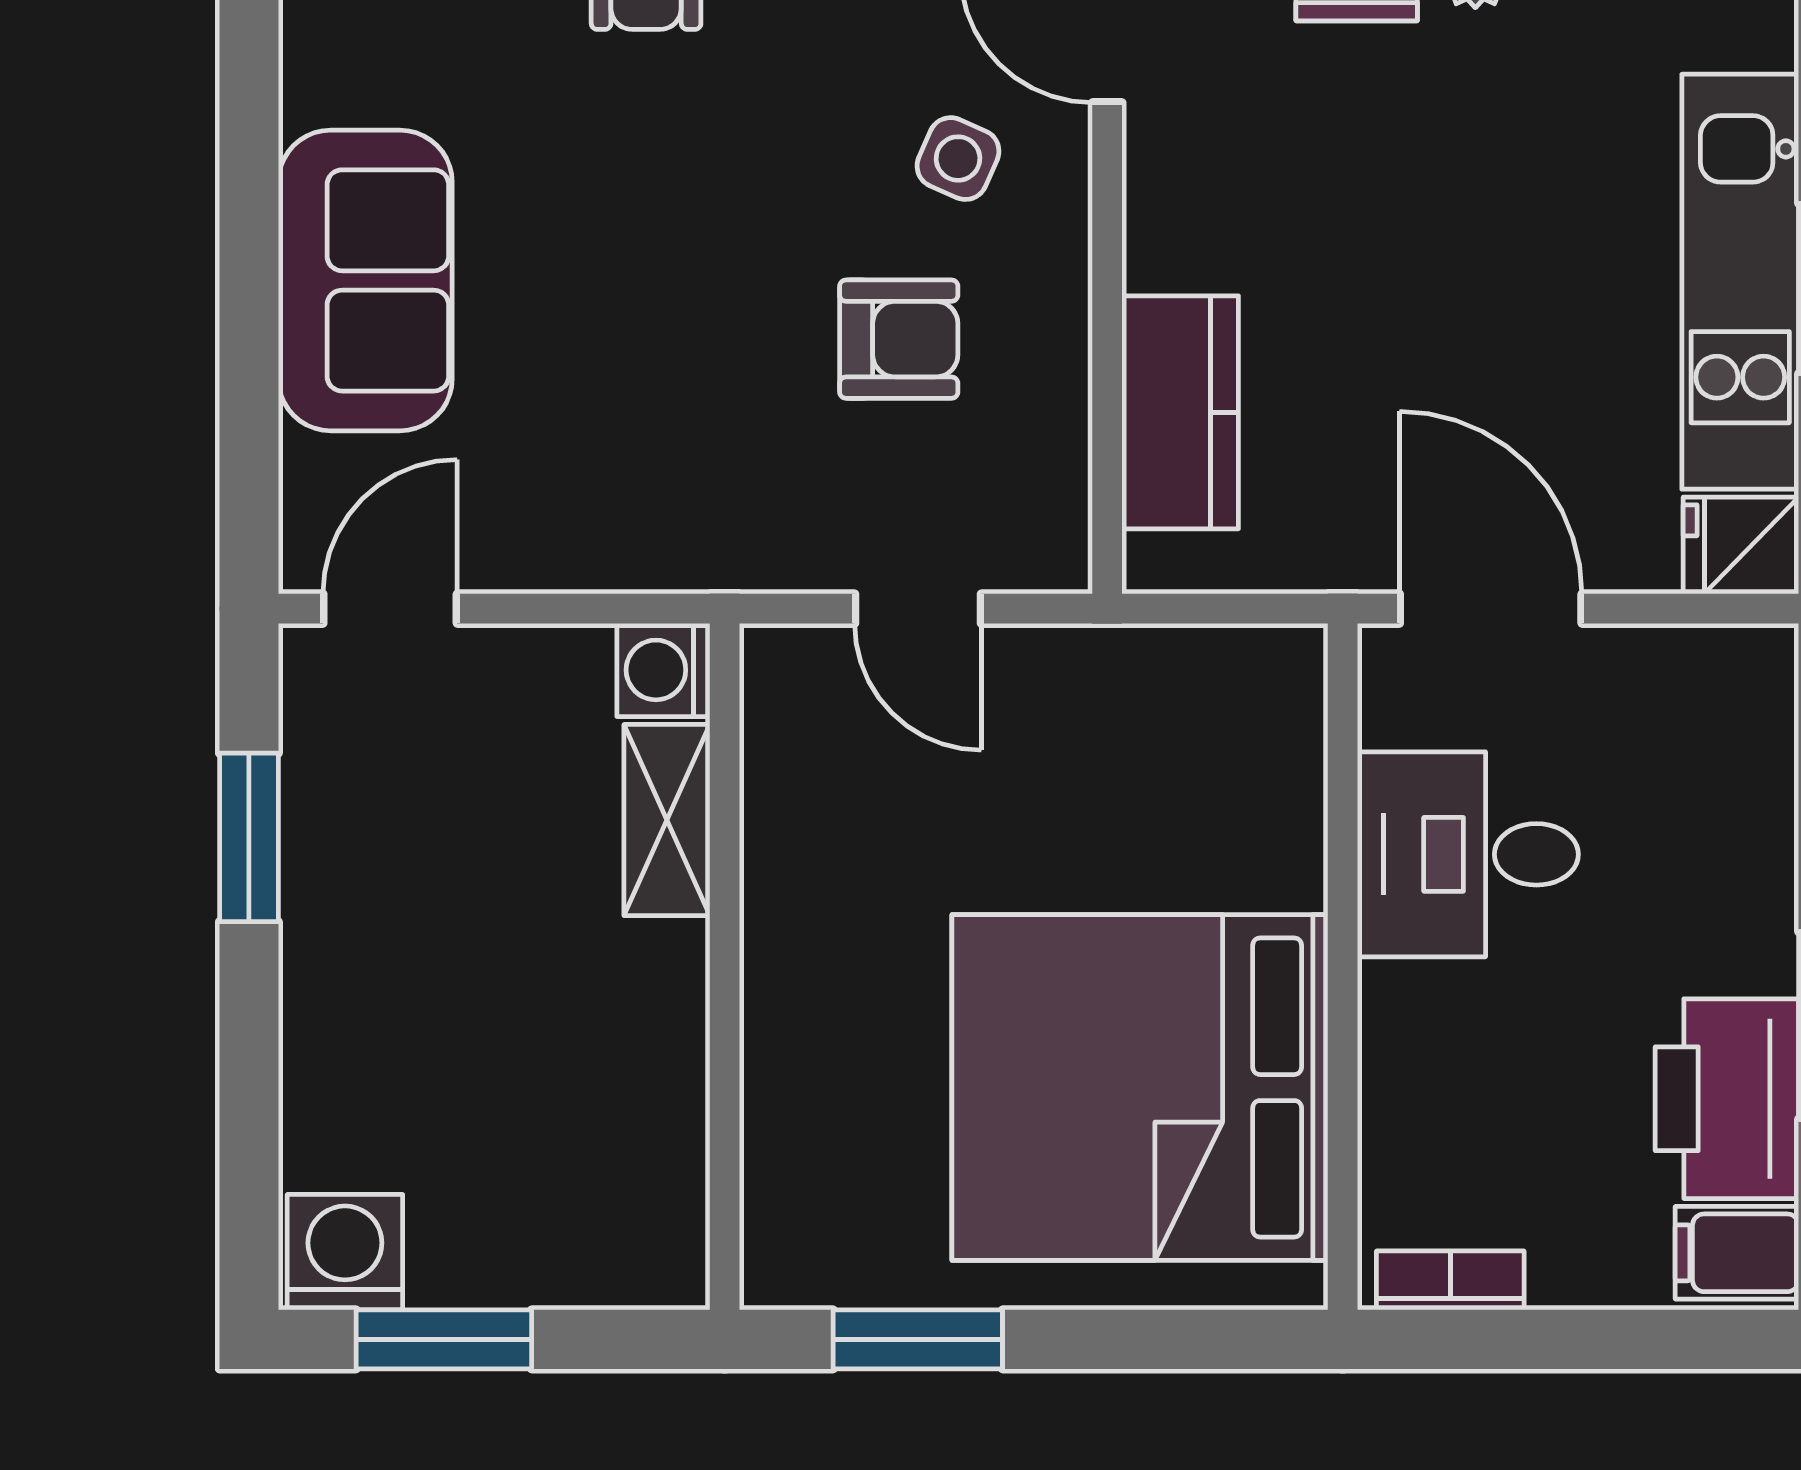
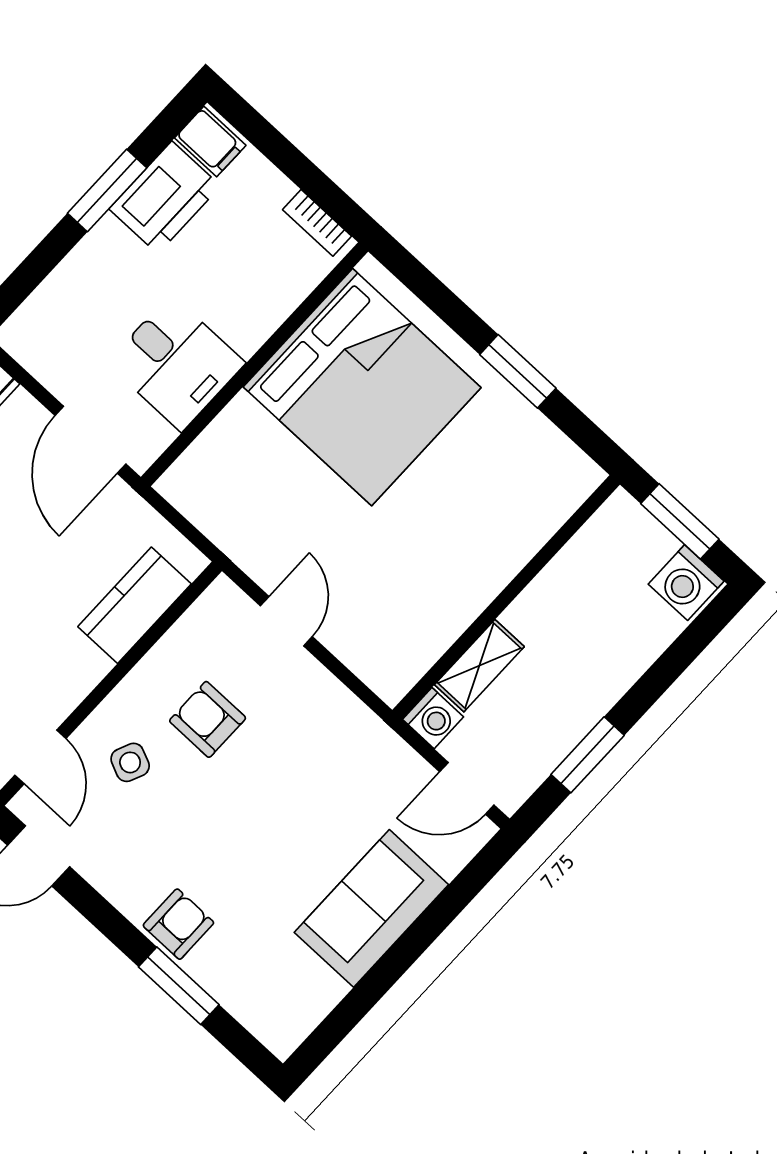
washing machine: (663, 670) -> (433, 718), moved
shelving: (667, 820) -> (479, 666), moved
wall: (725, 967) -> (506, 597), moved

